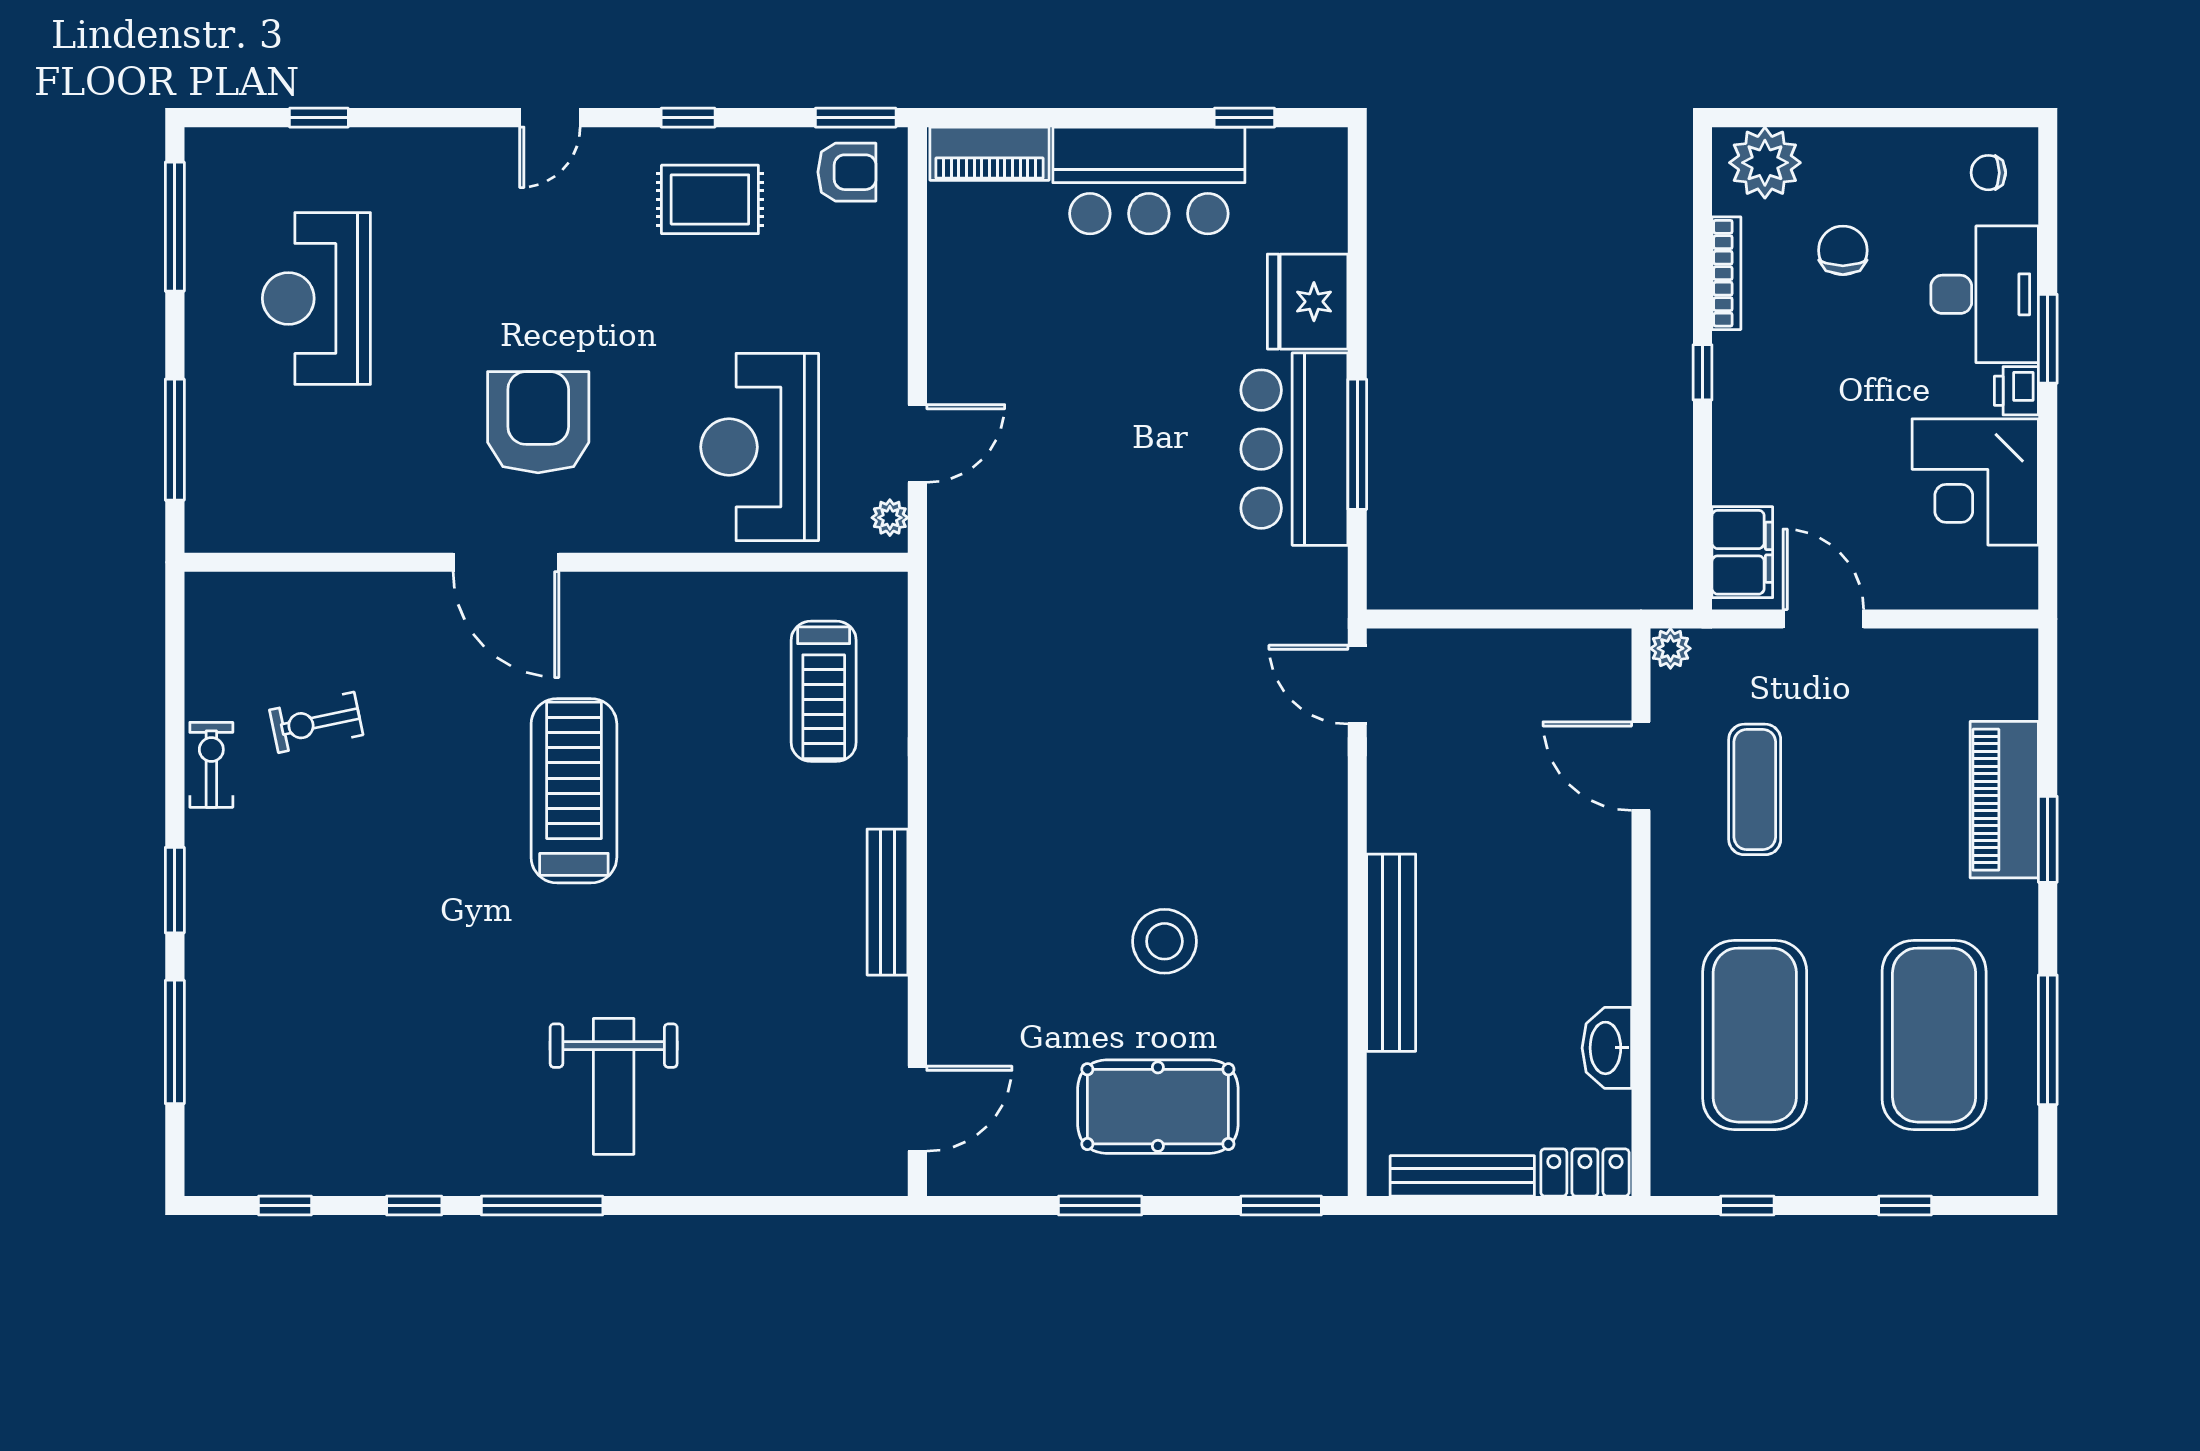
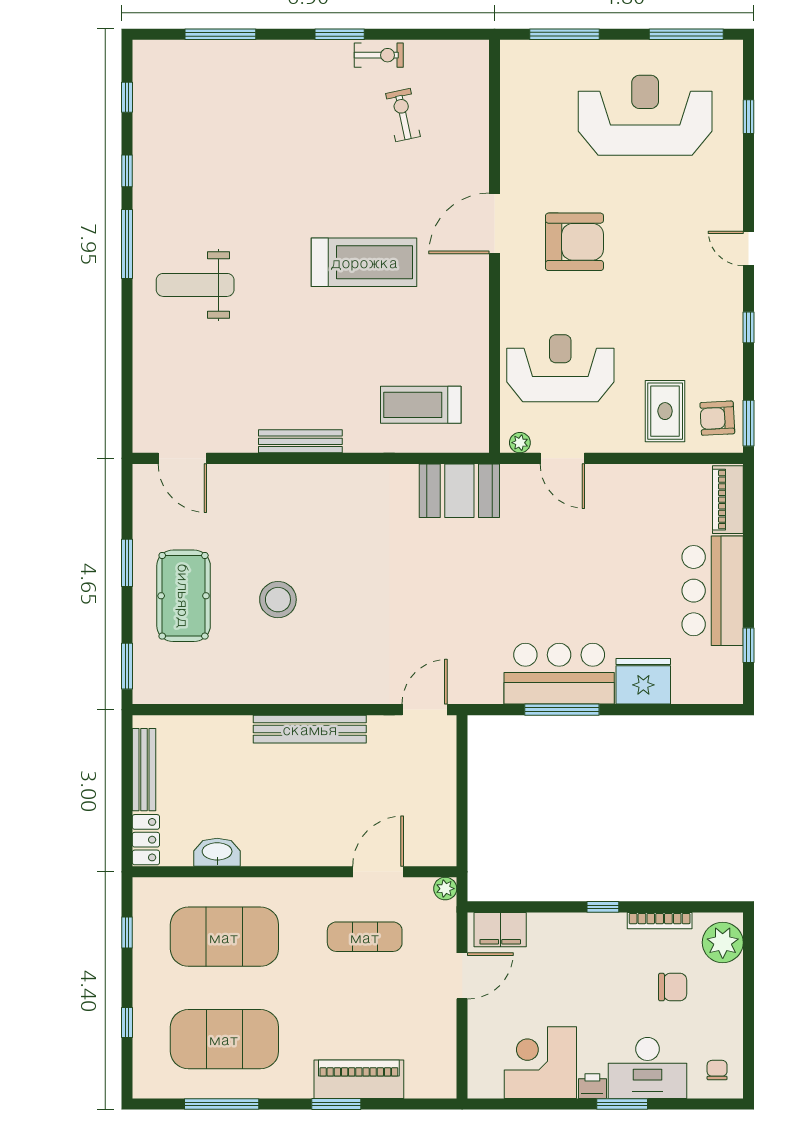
armchair: (847, 172) -> (717, 418), turned 87
rug: (710, 199) -> (665, 411), moved
reception desk: (316, 298) -> (645, 115), width x1.36, depth x1.30
booth: (974, 624) -> (459, 491), added
window: (175, 890) -> (340, 34), moved
bench: (1391, 953) -> (310, 729), moved

